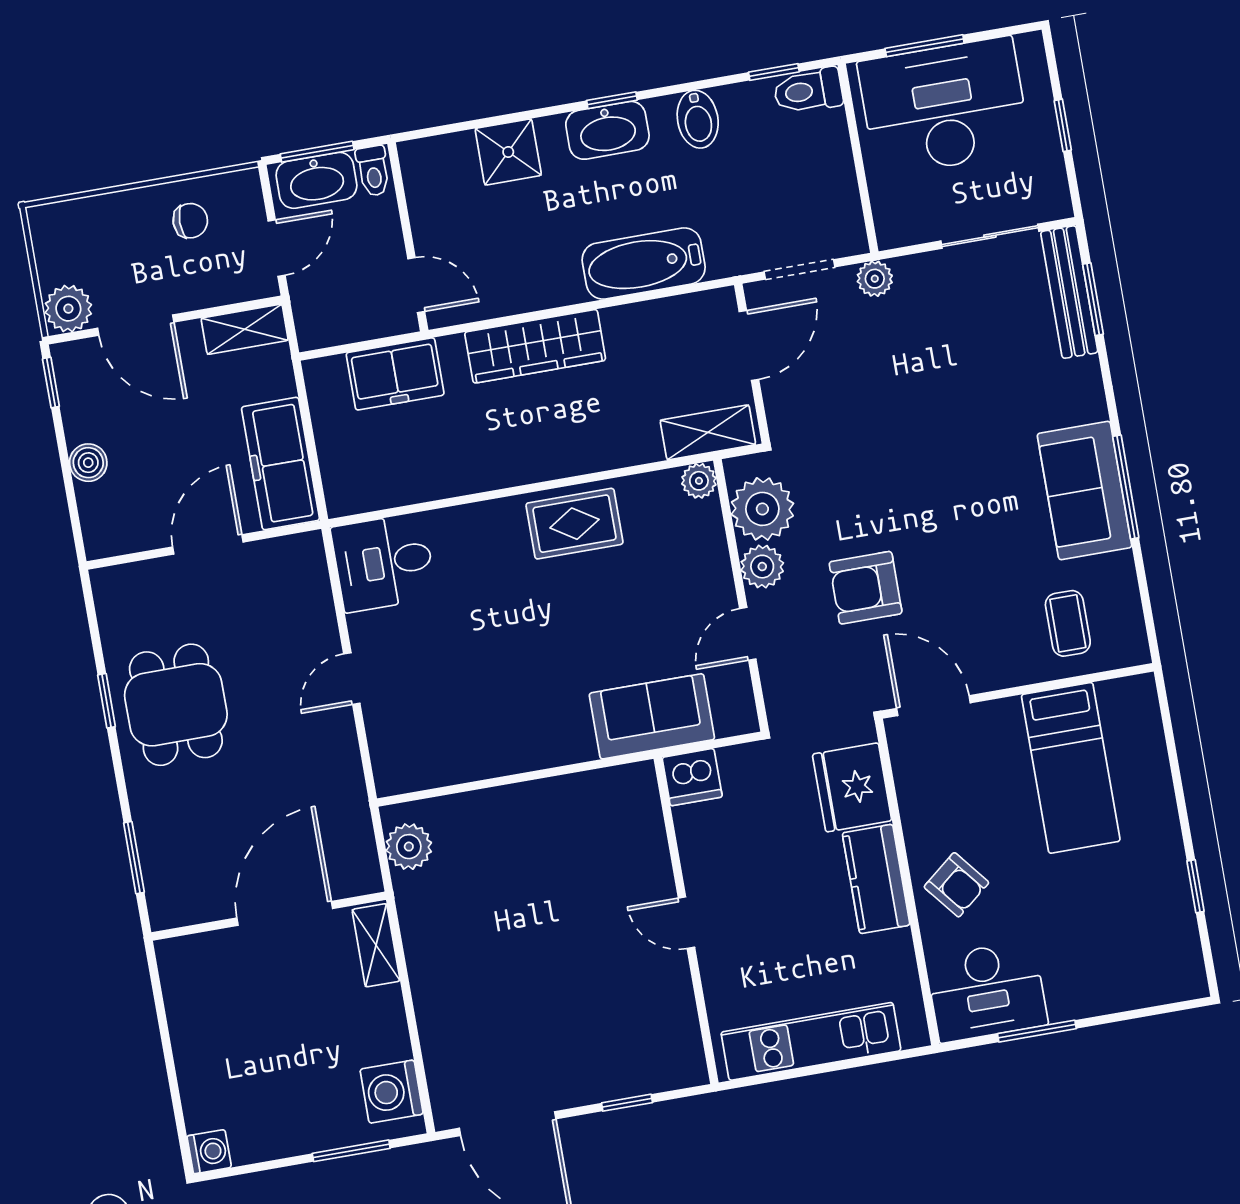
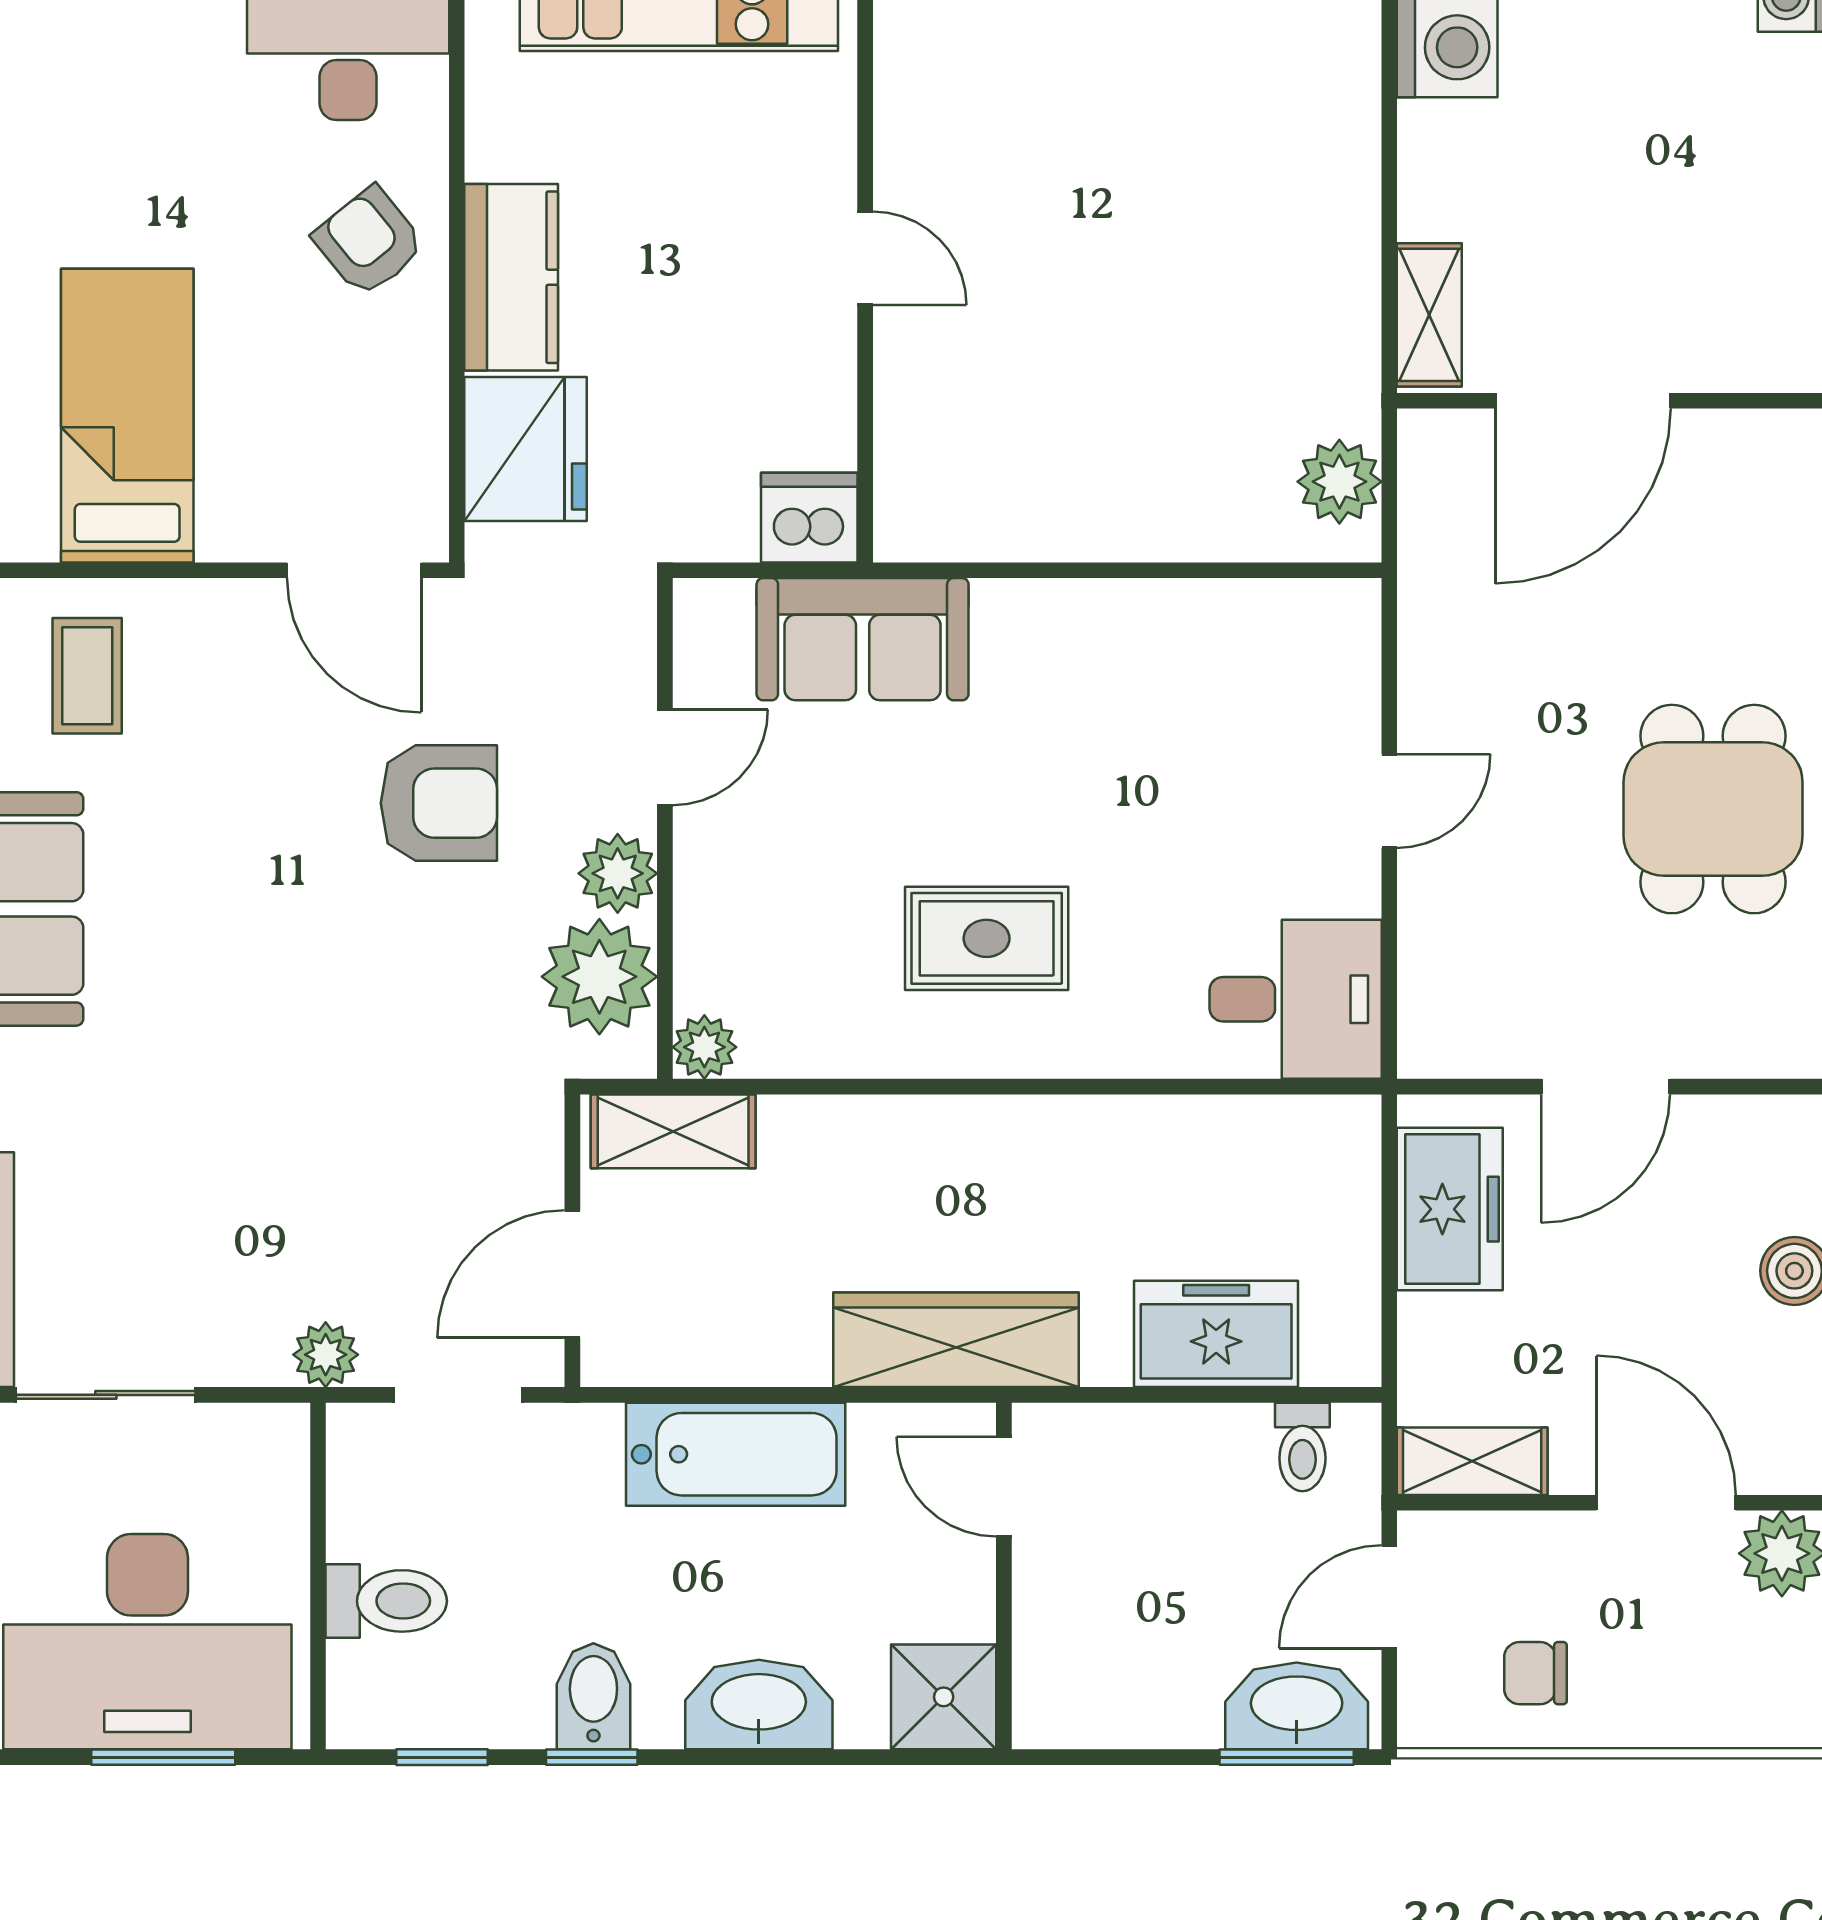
toilet: (808, 91) -> (386, 1601), moved
window: (612, 100) -> (592, 1757), moved
toilet: (373, 171) -> (1302, 1447), moved, turned 180
wall: (408, 237) -> (1004, 1576), moved
door: (416, 285) -> (1004, 1487), moved
freezer: (280, 464) -> (1450, 1209), width x0.71
rug: (574, 524) -> (987, 938), moved

